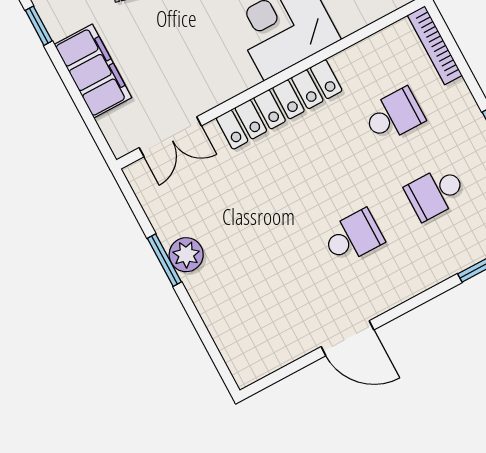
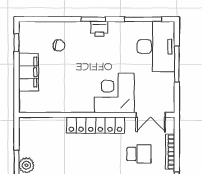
bookcase: (435, 45) -> (170, 152), moved
double door: (170, 137) -> (151, 115), moved

